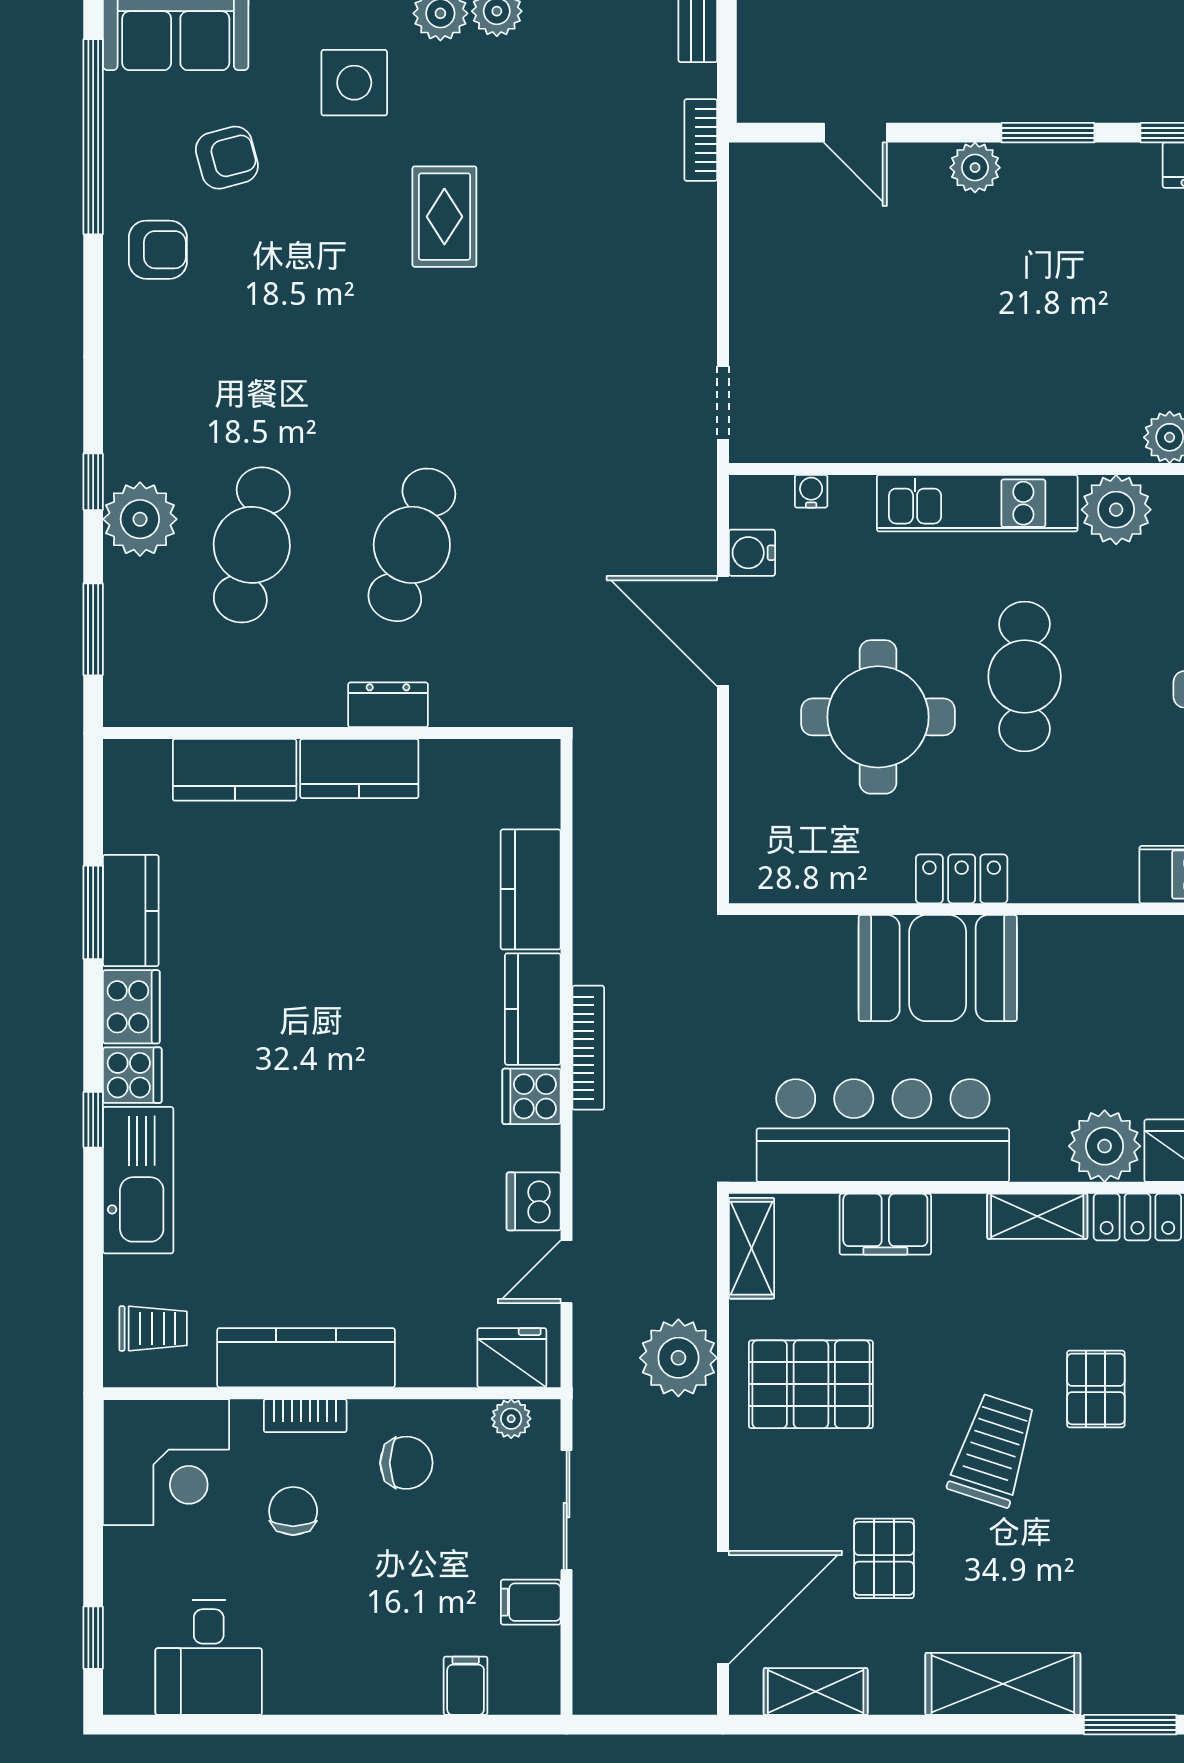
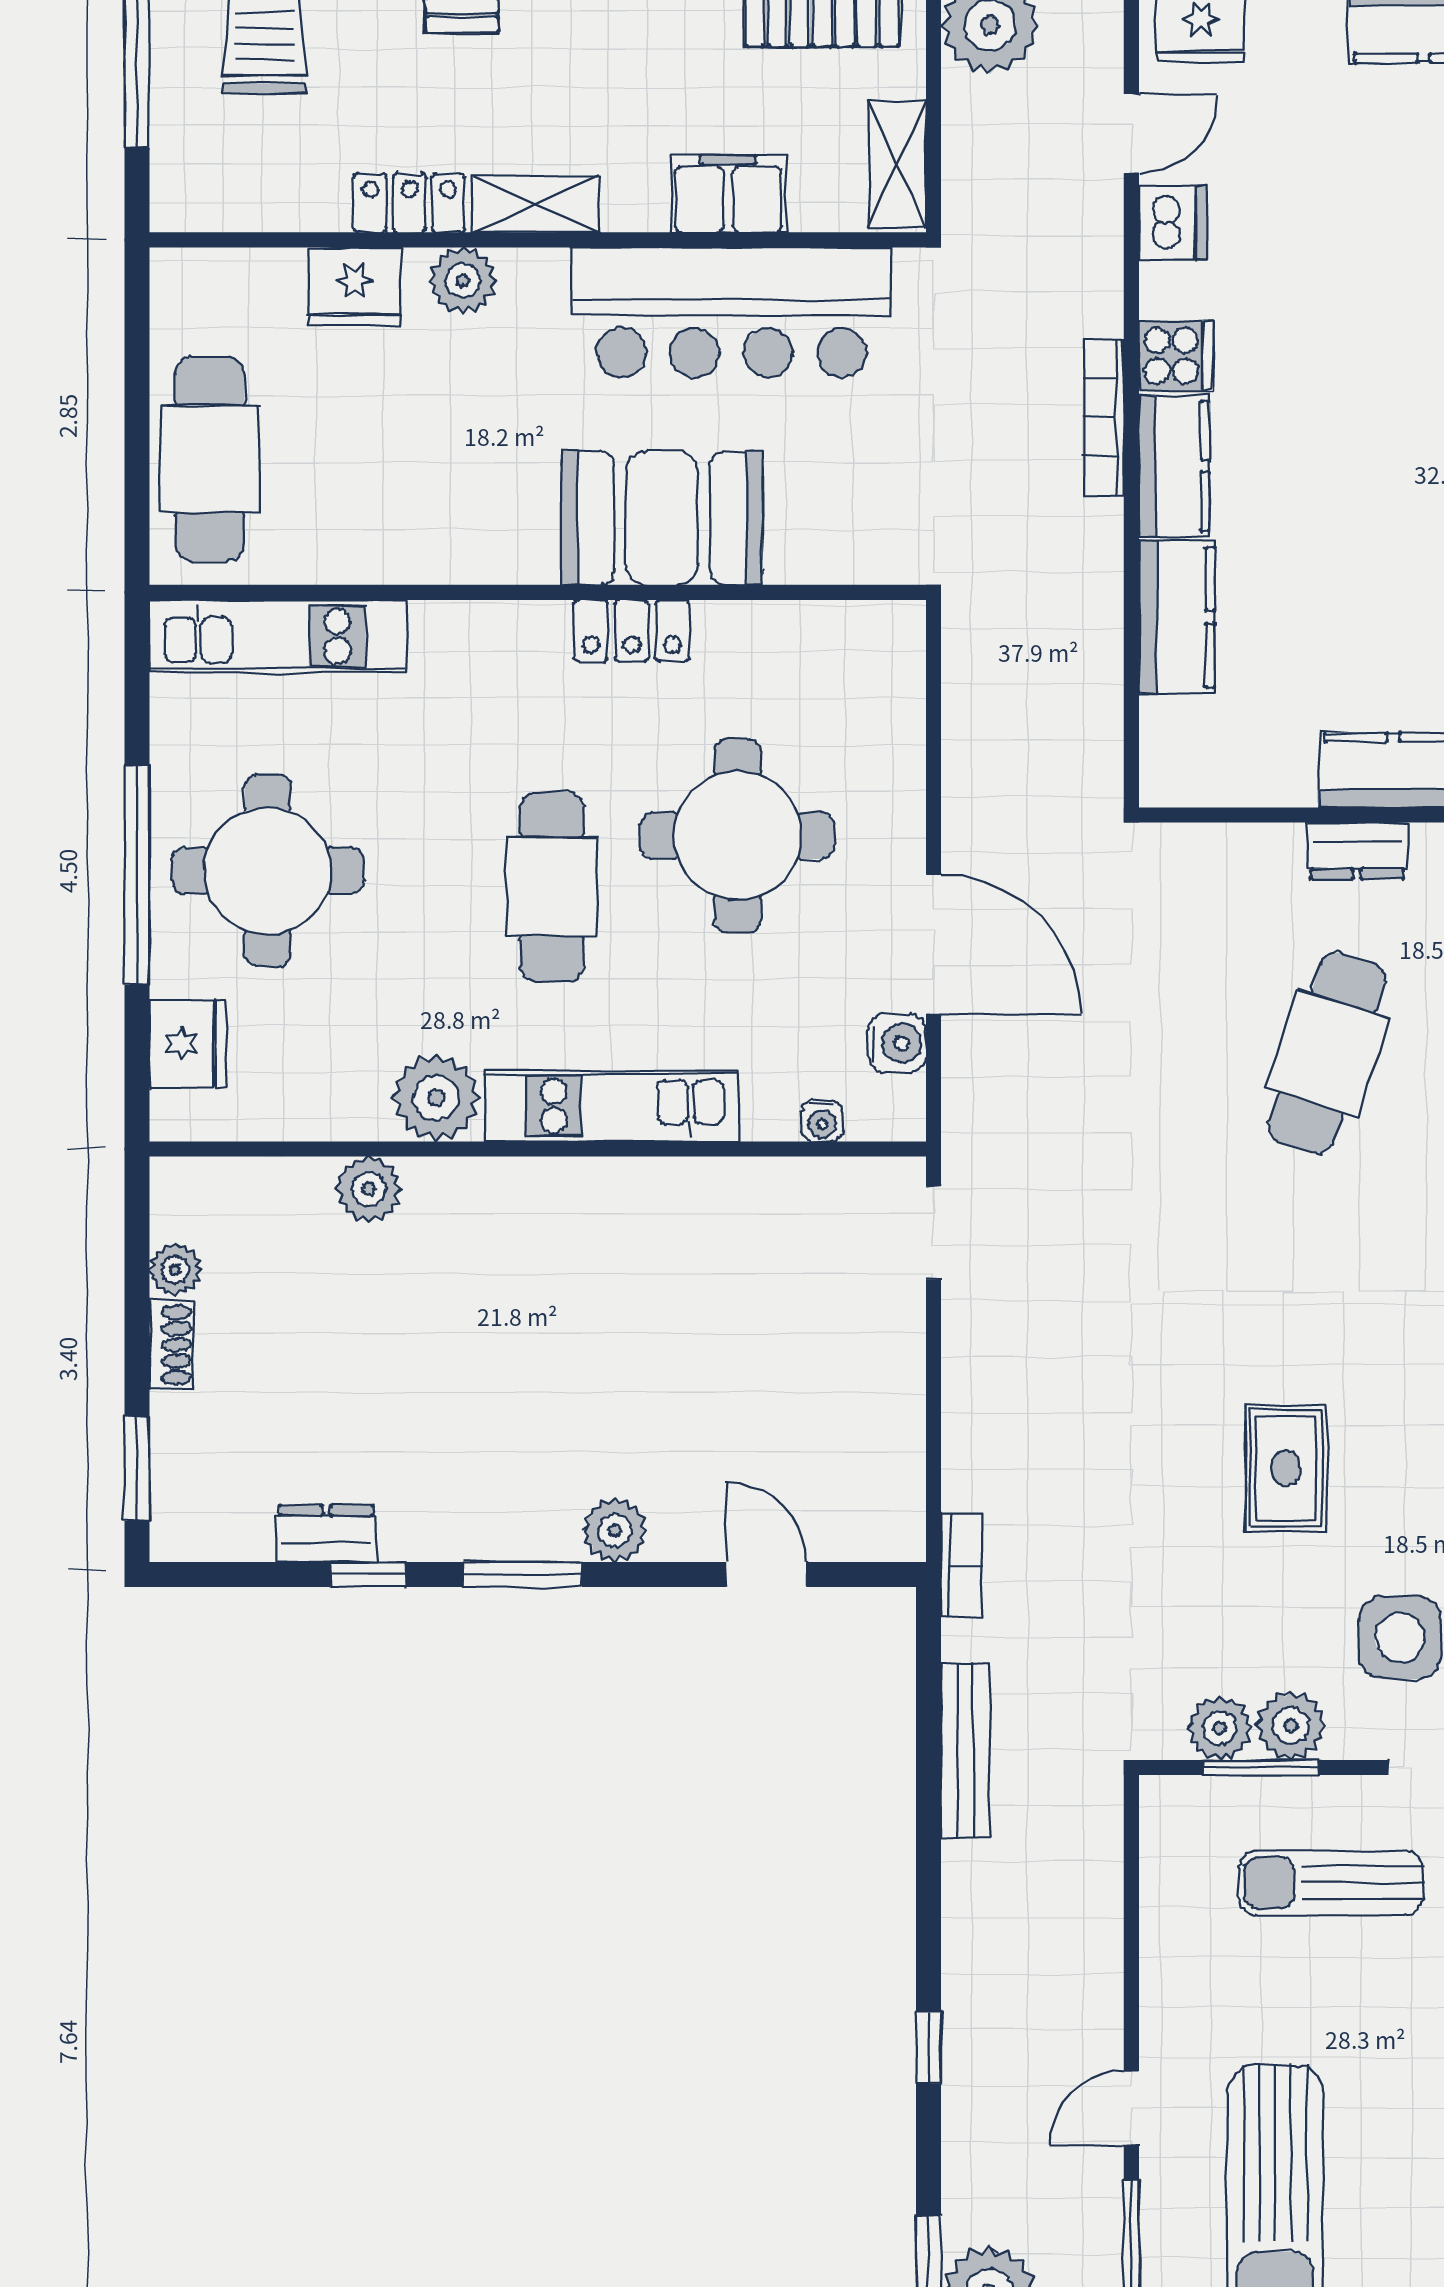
plant: (1105, 1146) -> (463, 281), width x0.73, depth x0.73

